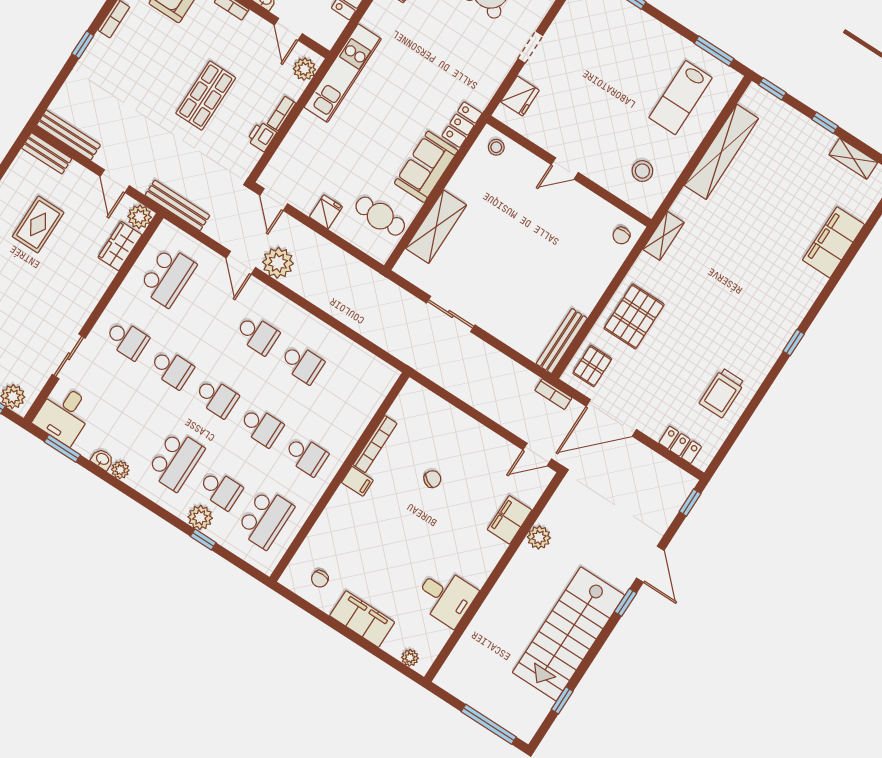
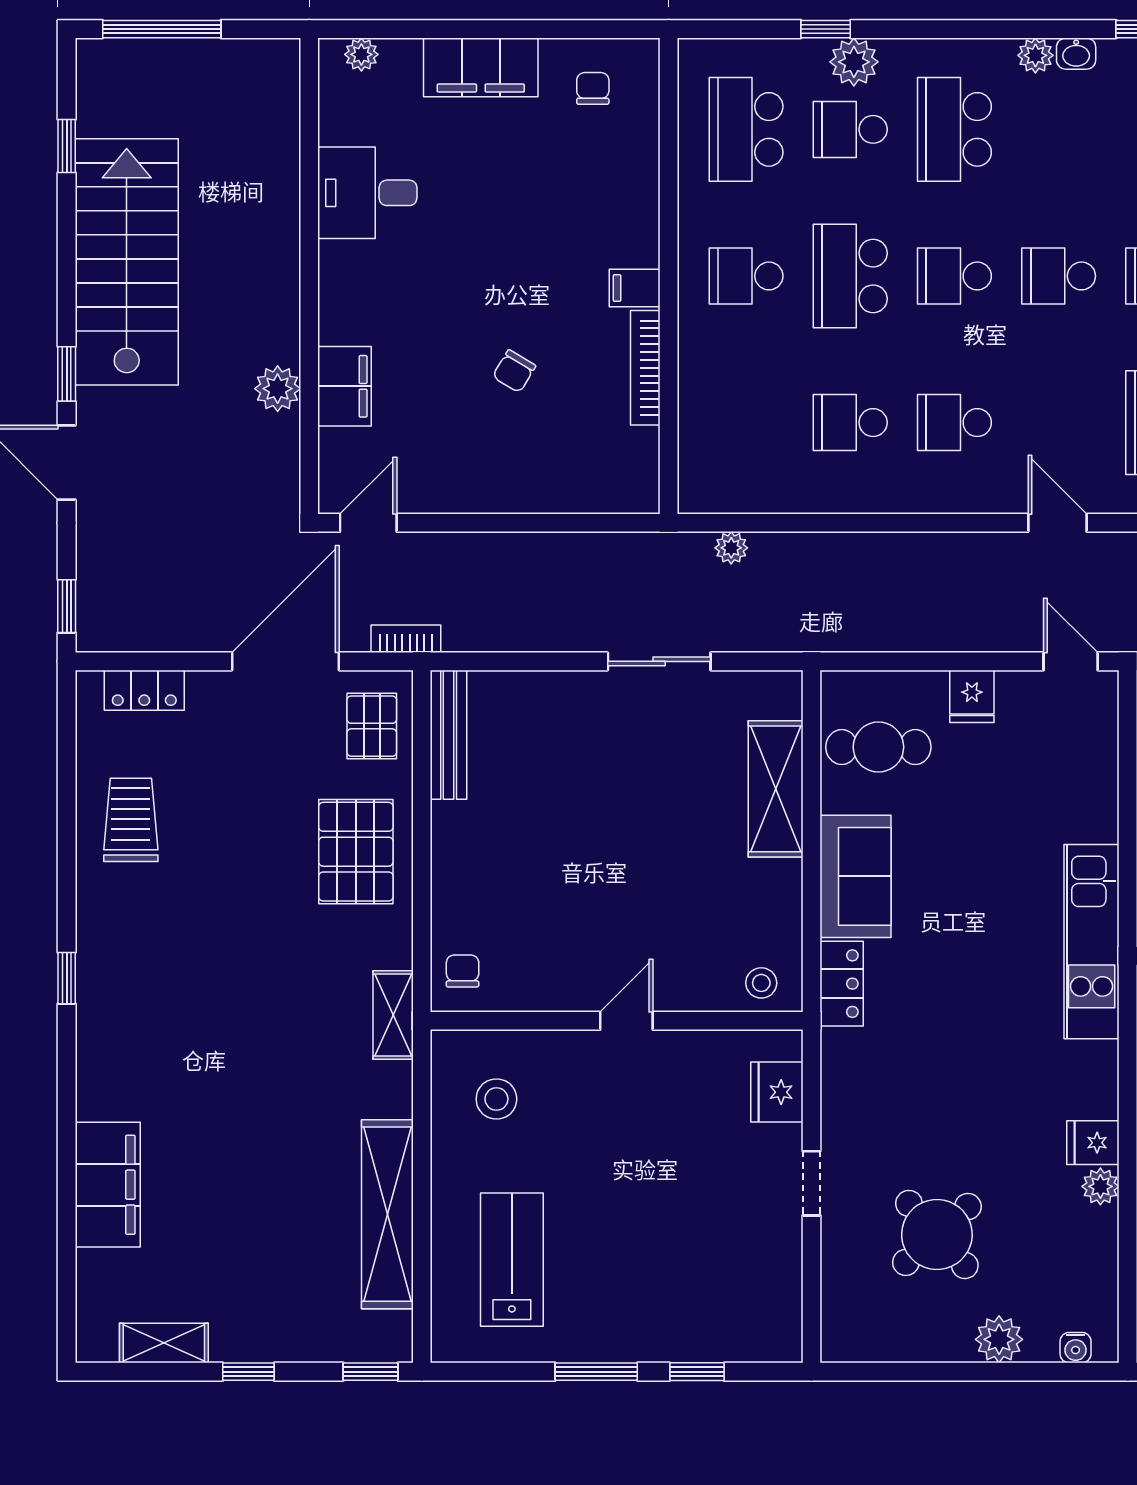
window: (714, 51) -> (596, 1372), moved
plant: (278, 263) -> (731, 548), moved, width x0.53, depth x0.53
school desk: (261, 427) -> (850, 276), width x1.85

